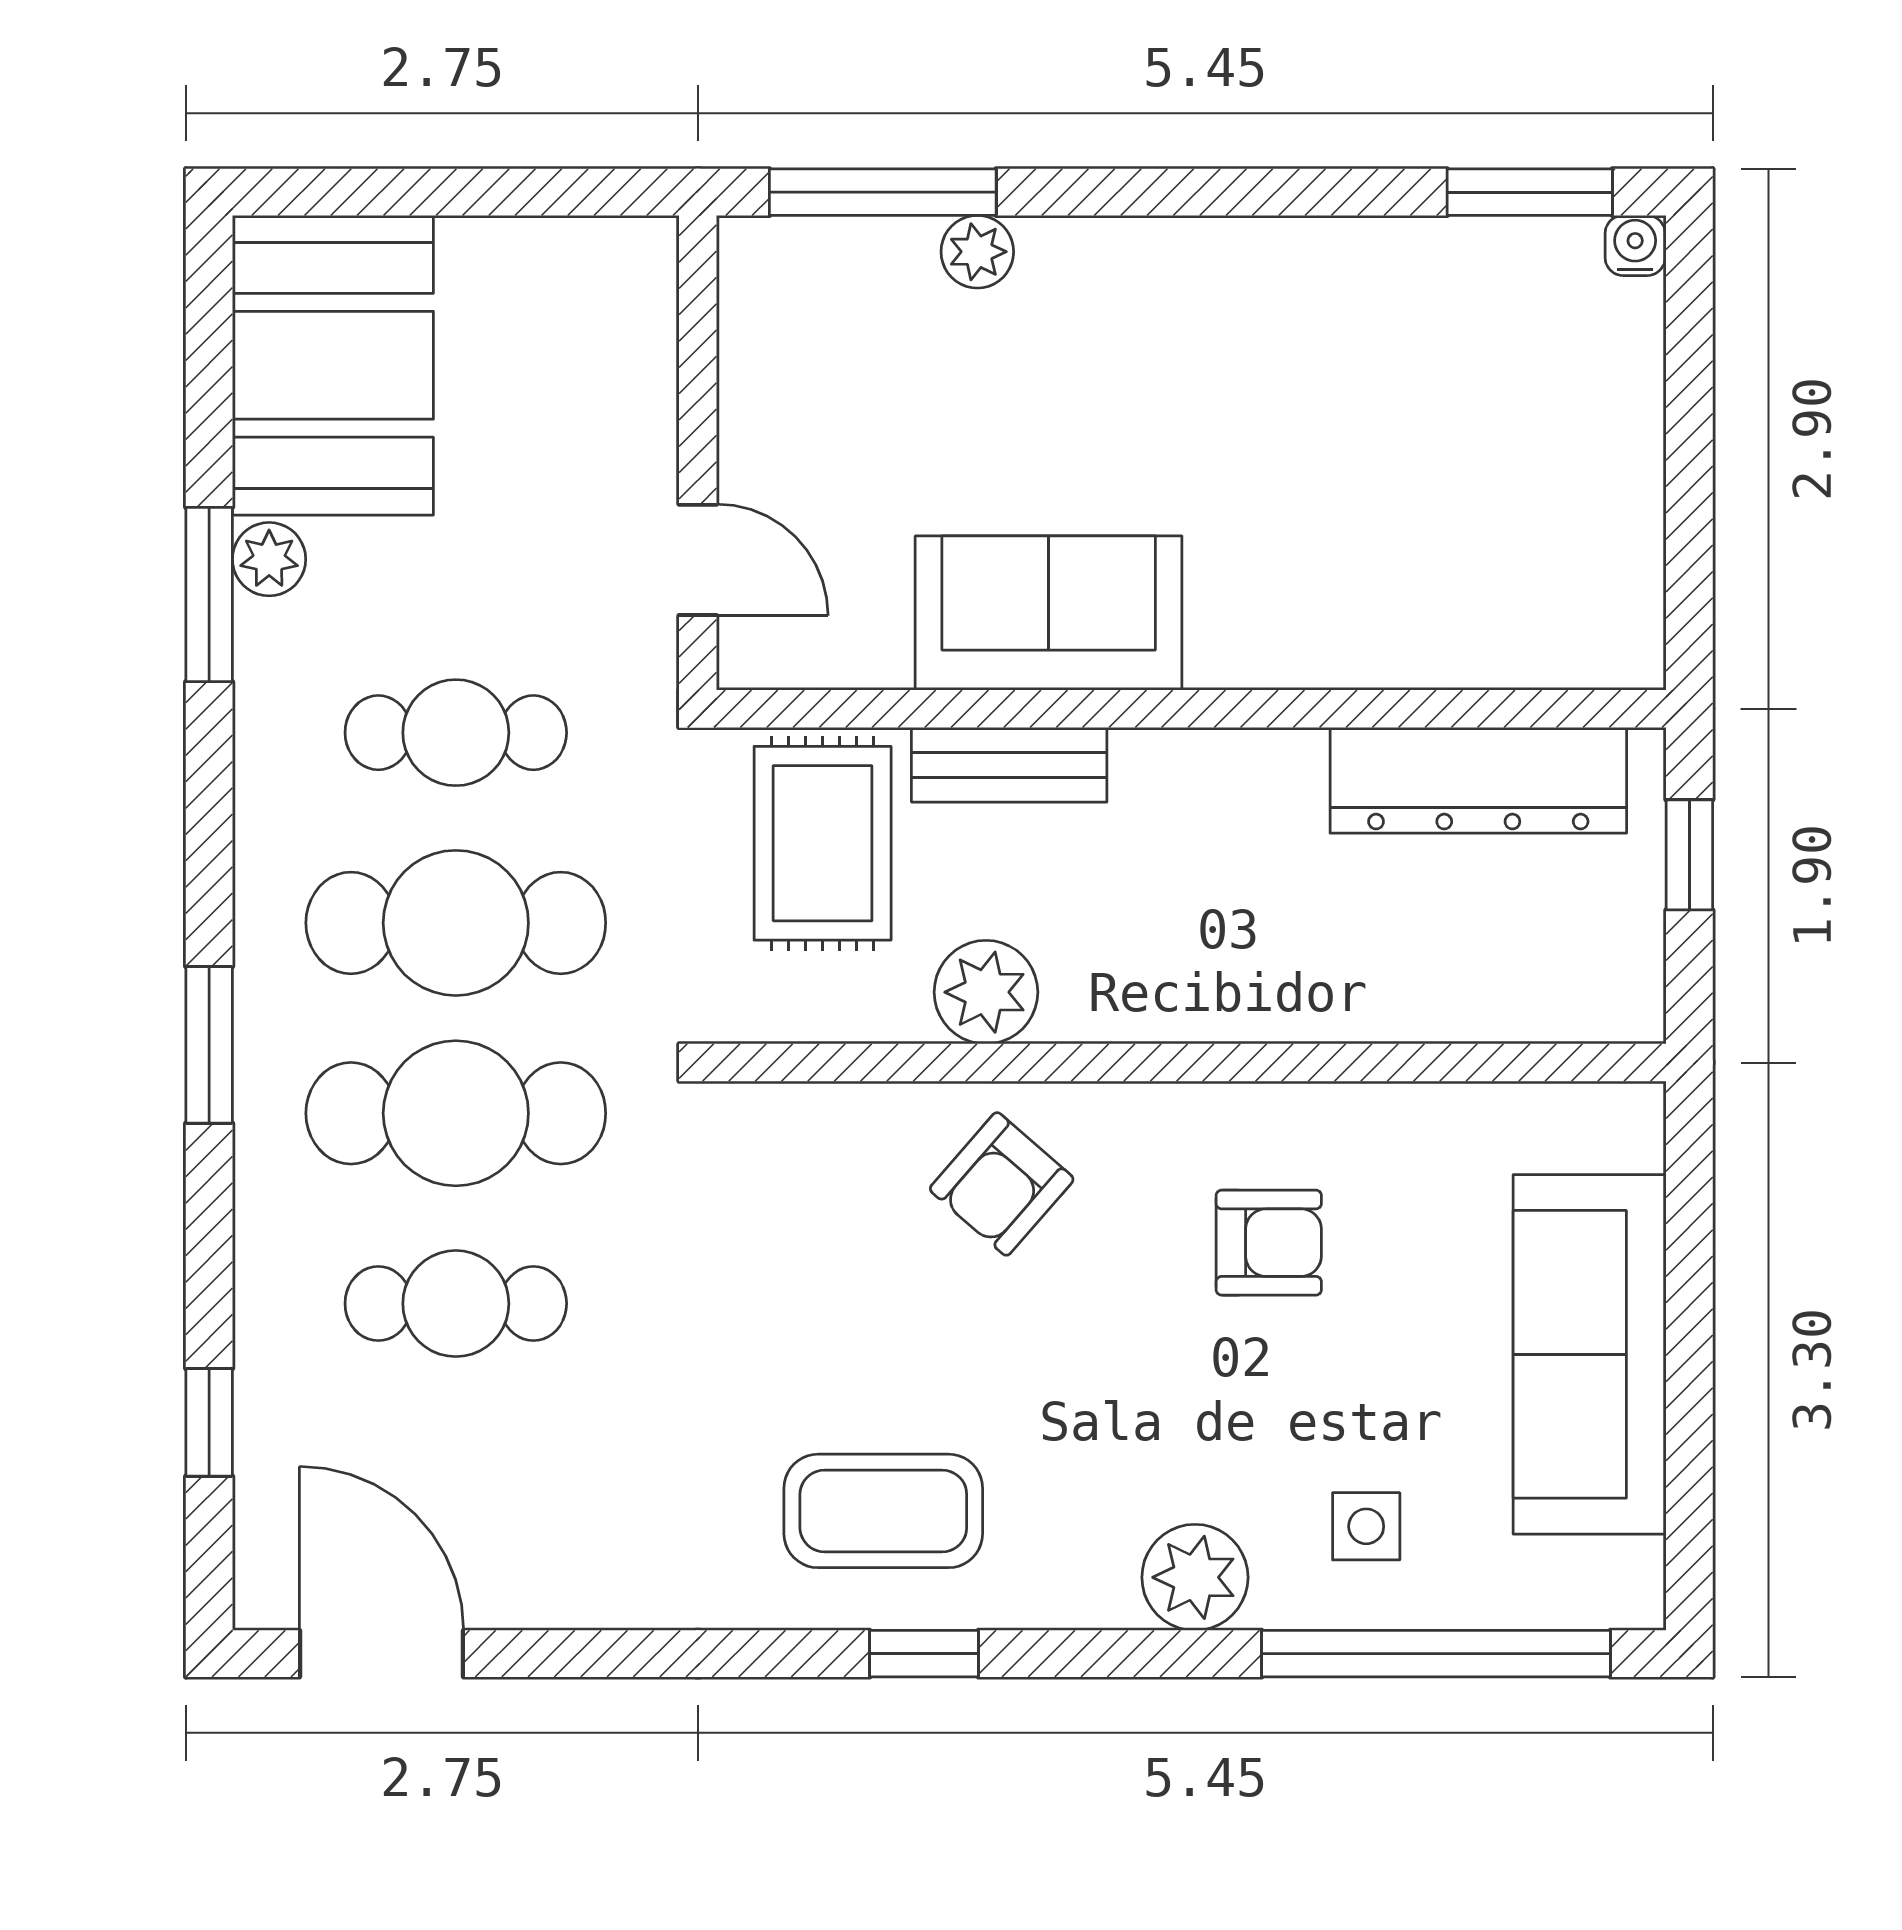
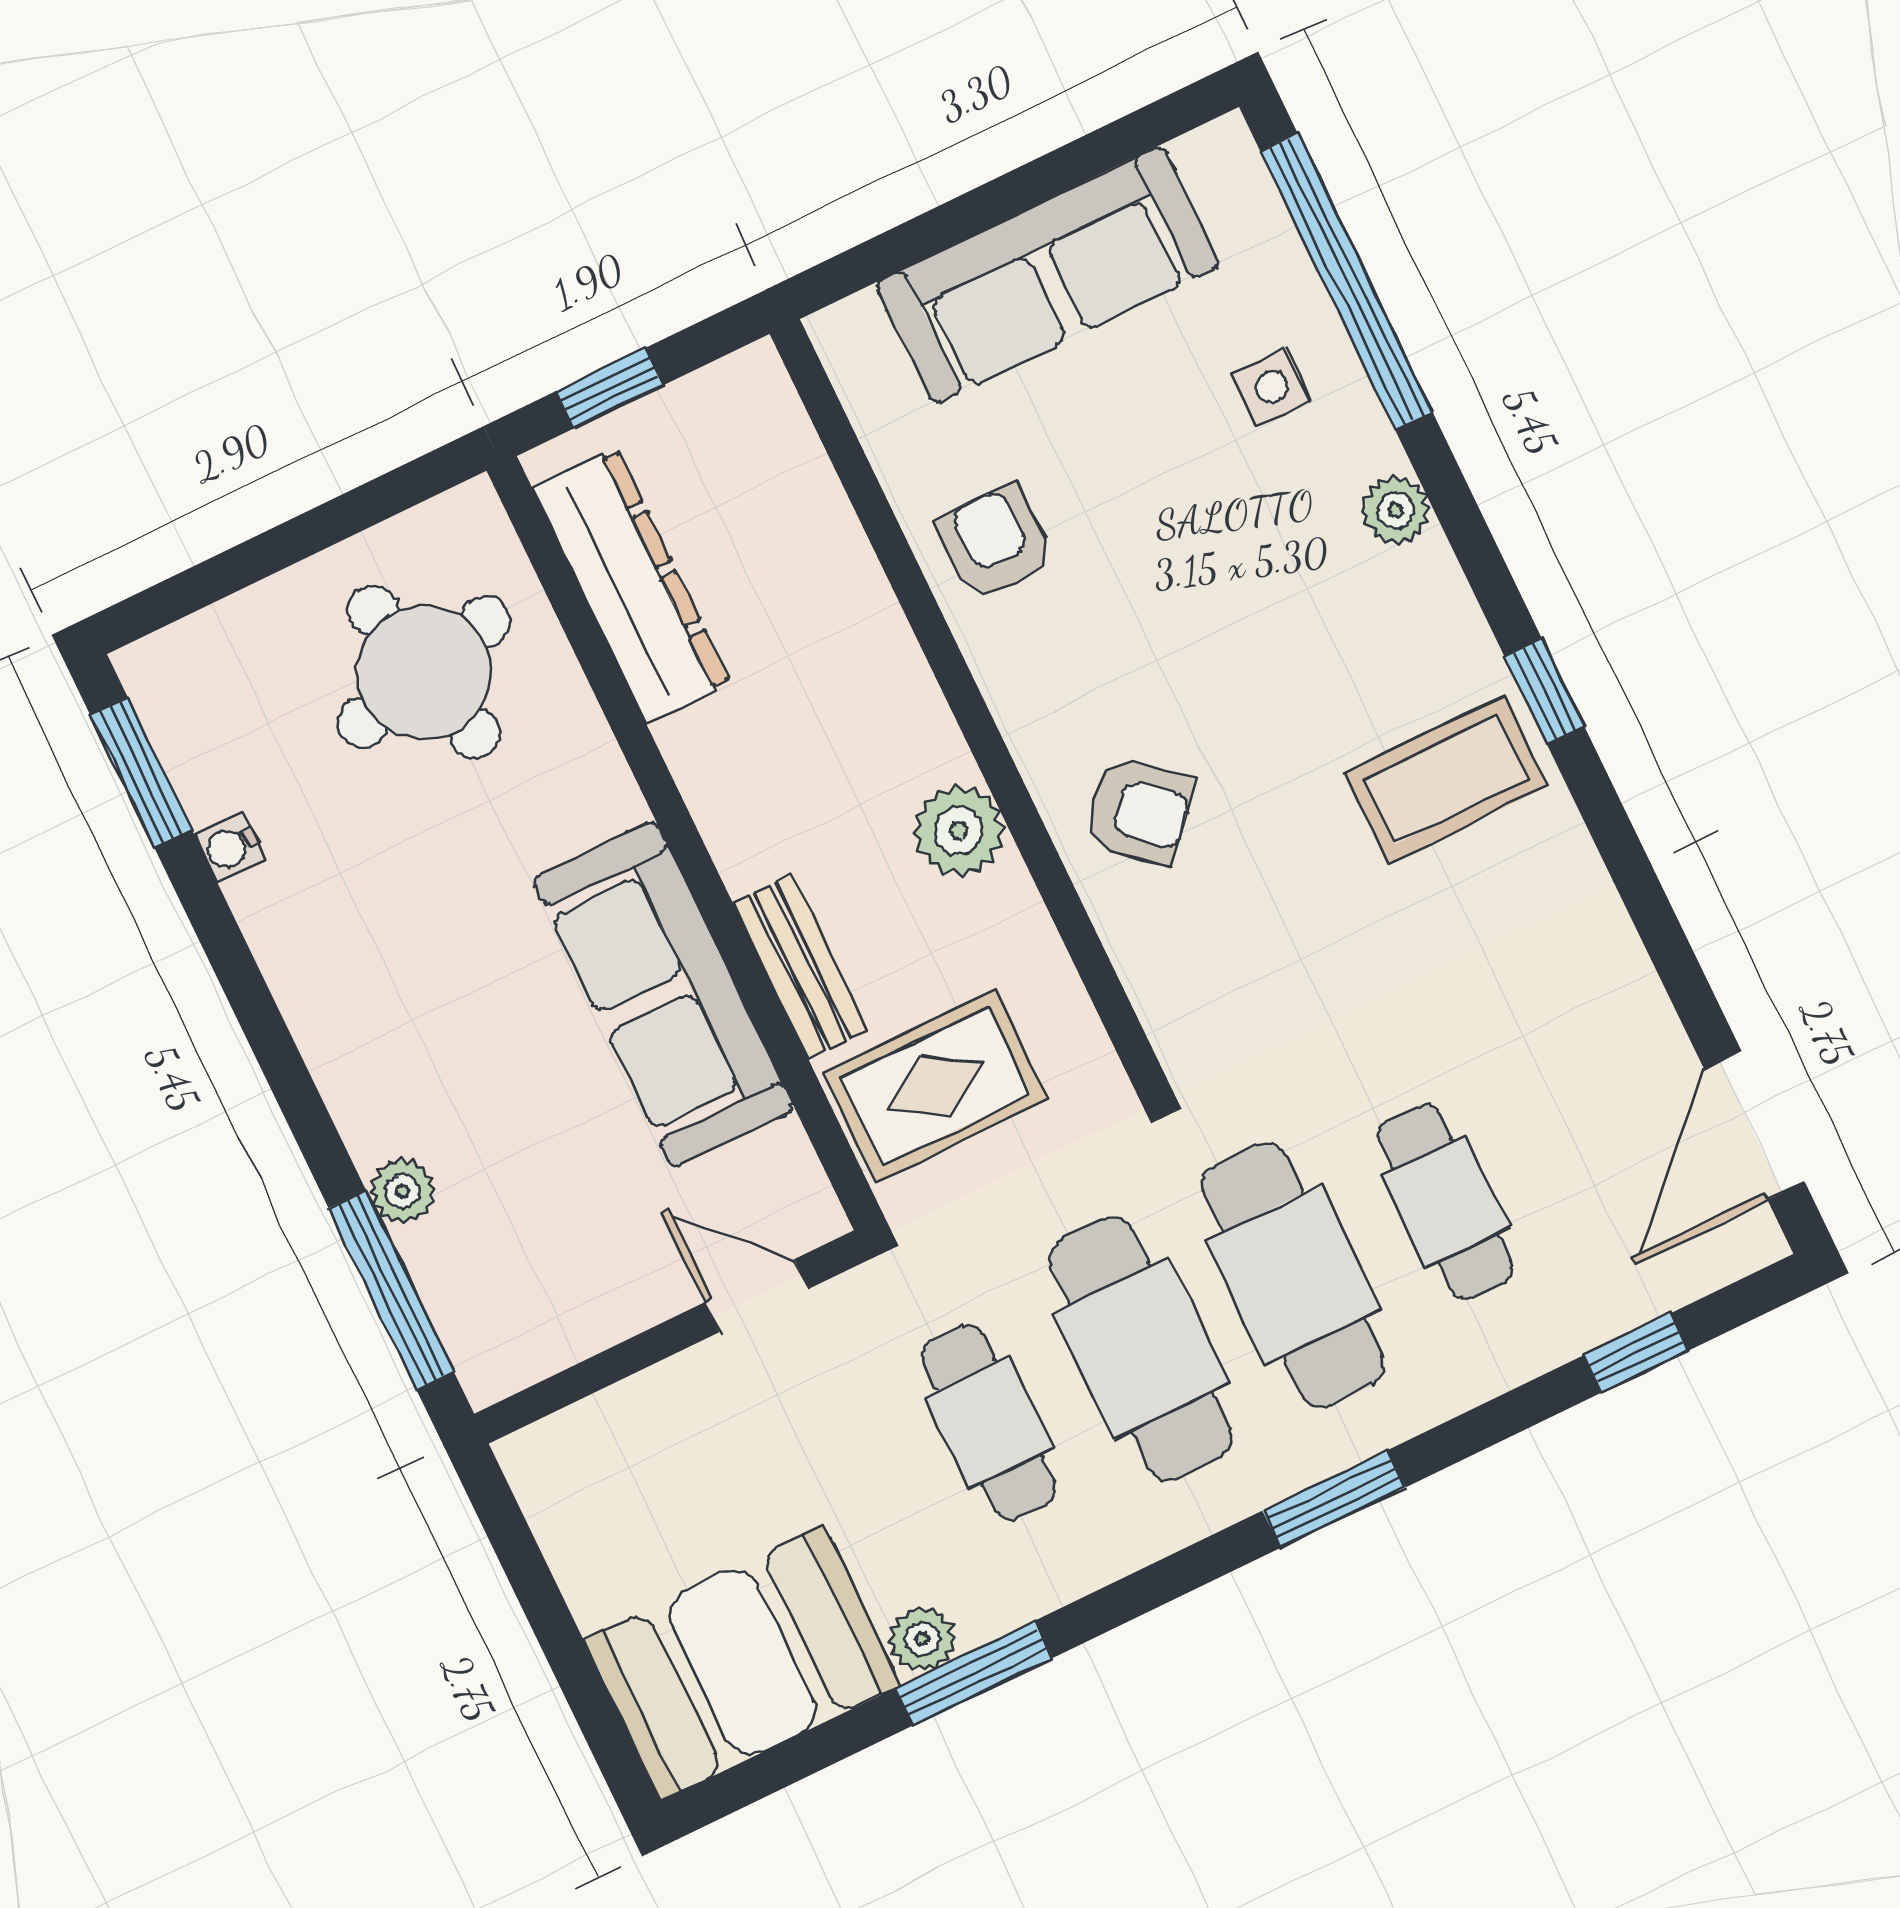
water cooler: (1635, 245) -> (230, 847), moved
round table: (1492, 528) -> (424, 672), added
door: (698, 560) -> (757, 1296), hinge flipped
sofa: (1049, 613) -> (664, 994), width x1.36
plant: (986, 992) -> (959, 831), moved
armchair: (1269, 1243) -> (995, 542), moved
coffee table: (883, 1511) -> (1446, 779), turned 90
plant: (1195, 1577) -> (1396, 510), width x0.73, depth x0.73

